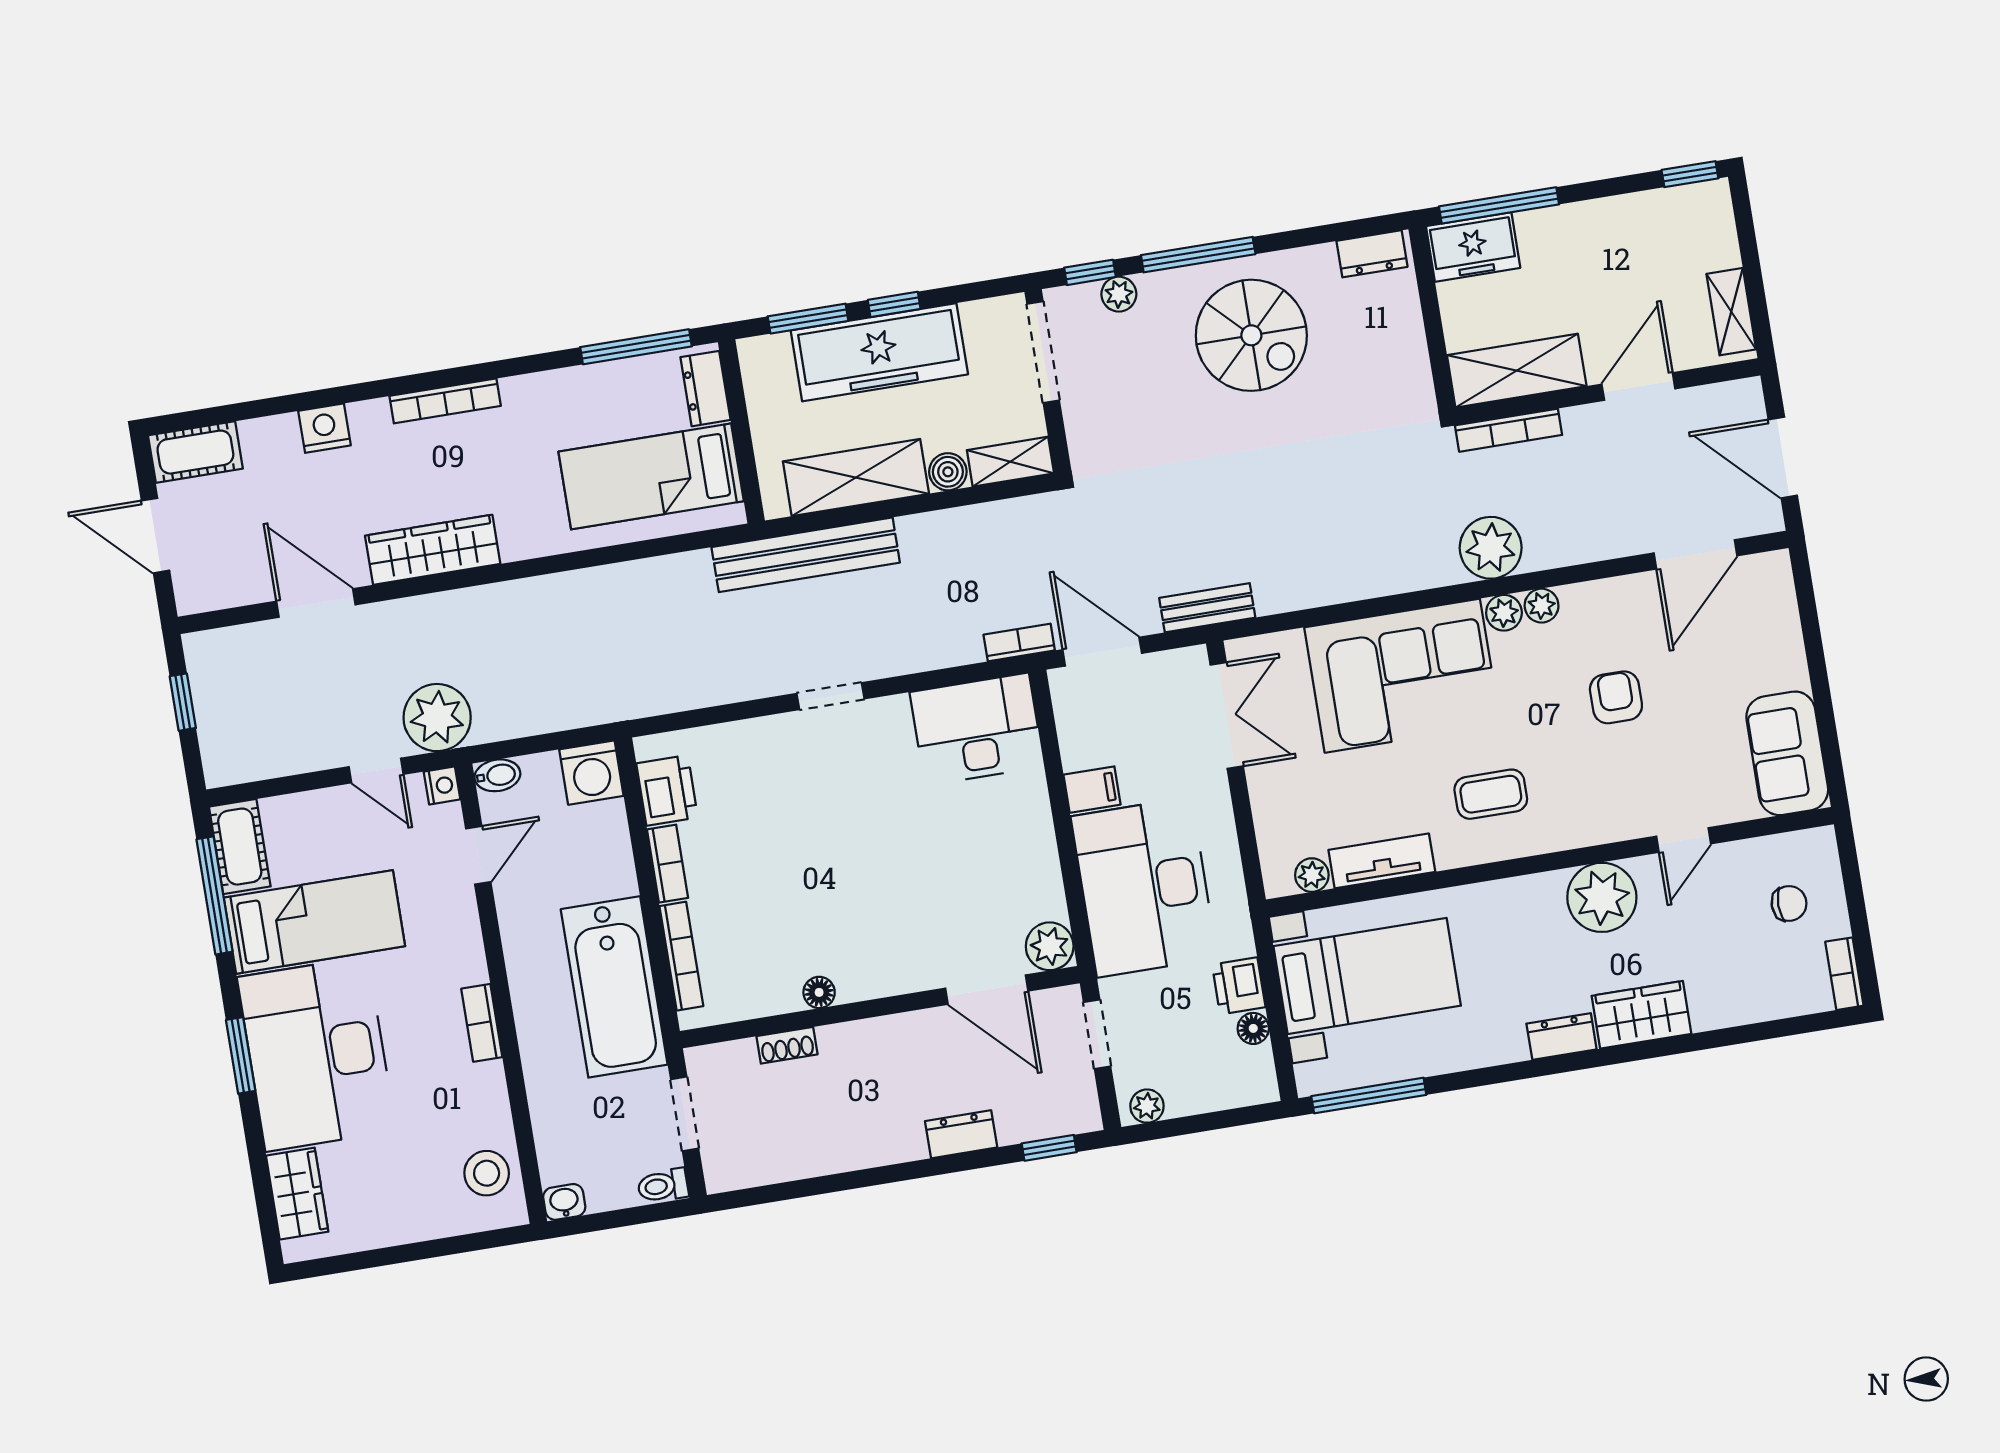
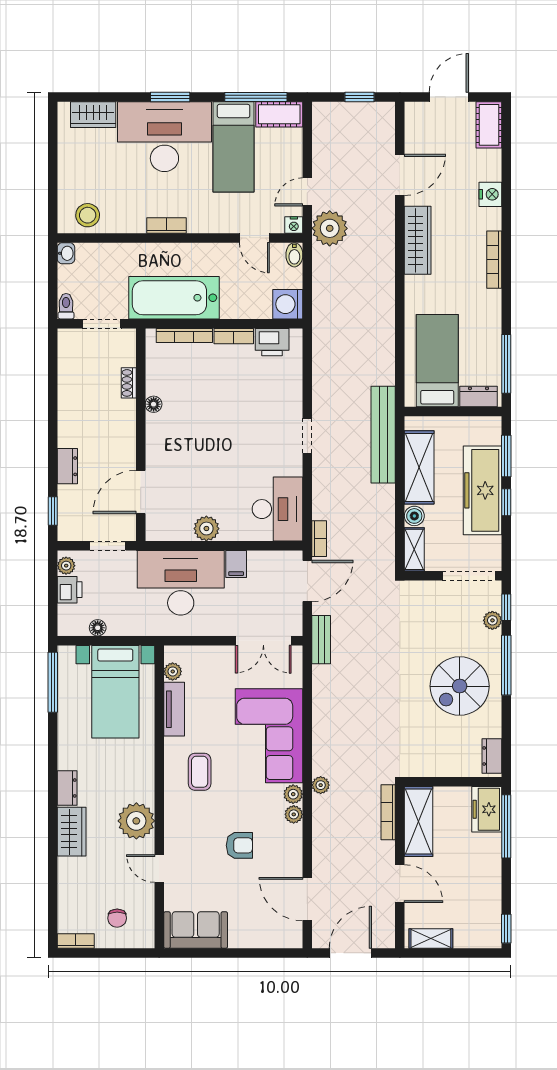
plant: (1491, 548) -> (321, 785), width x0.53, depth x0.53
plant: (1050, 946) -> (206, 529), moved
printer: (1239, 986) -> (70, 590), moved, turned 90

